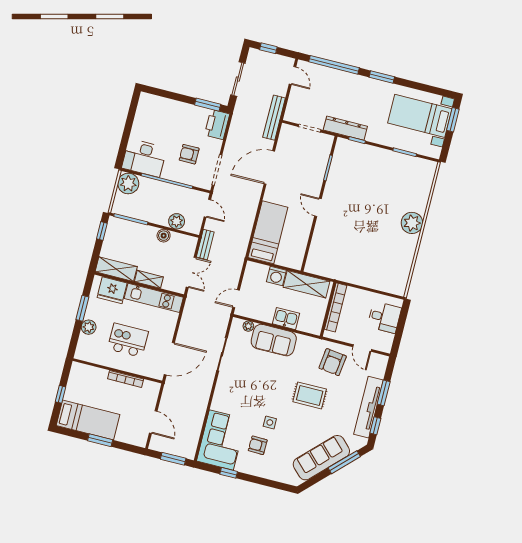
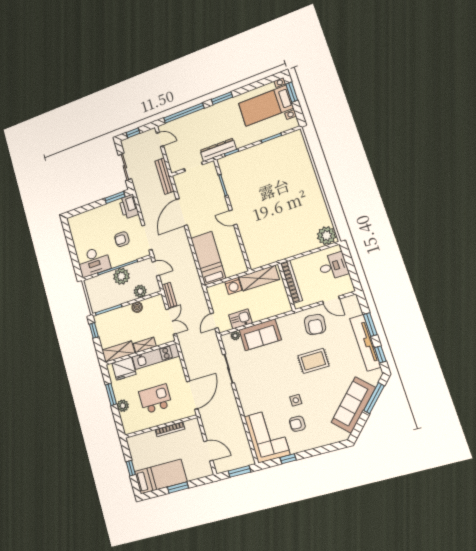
plant: (128, 183) -> (121, 276), moved
plant: (412, 223) -> (327, 236), moved
kitchen sink: (286, 319) -> (240, 319), moved

